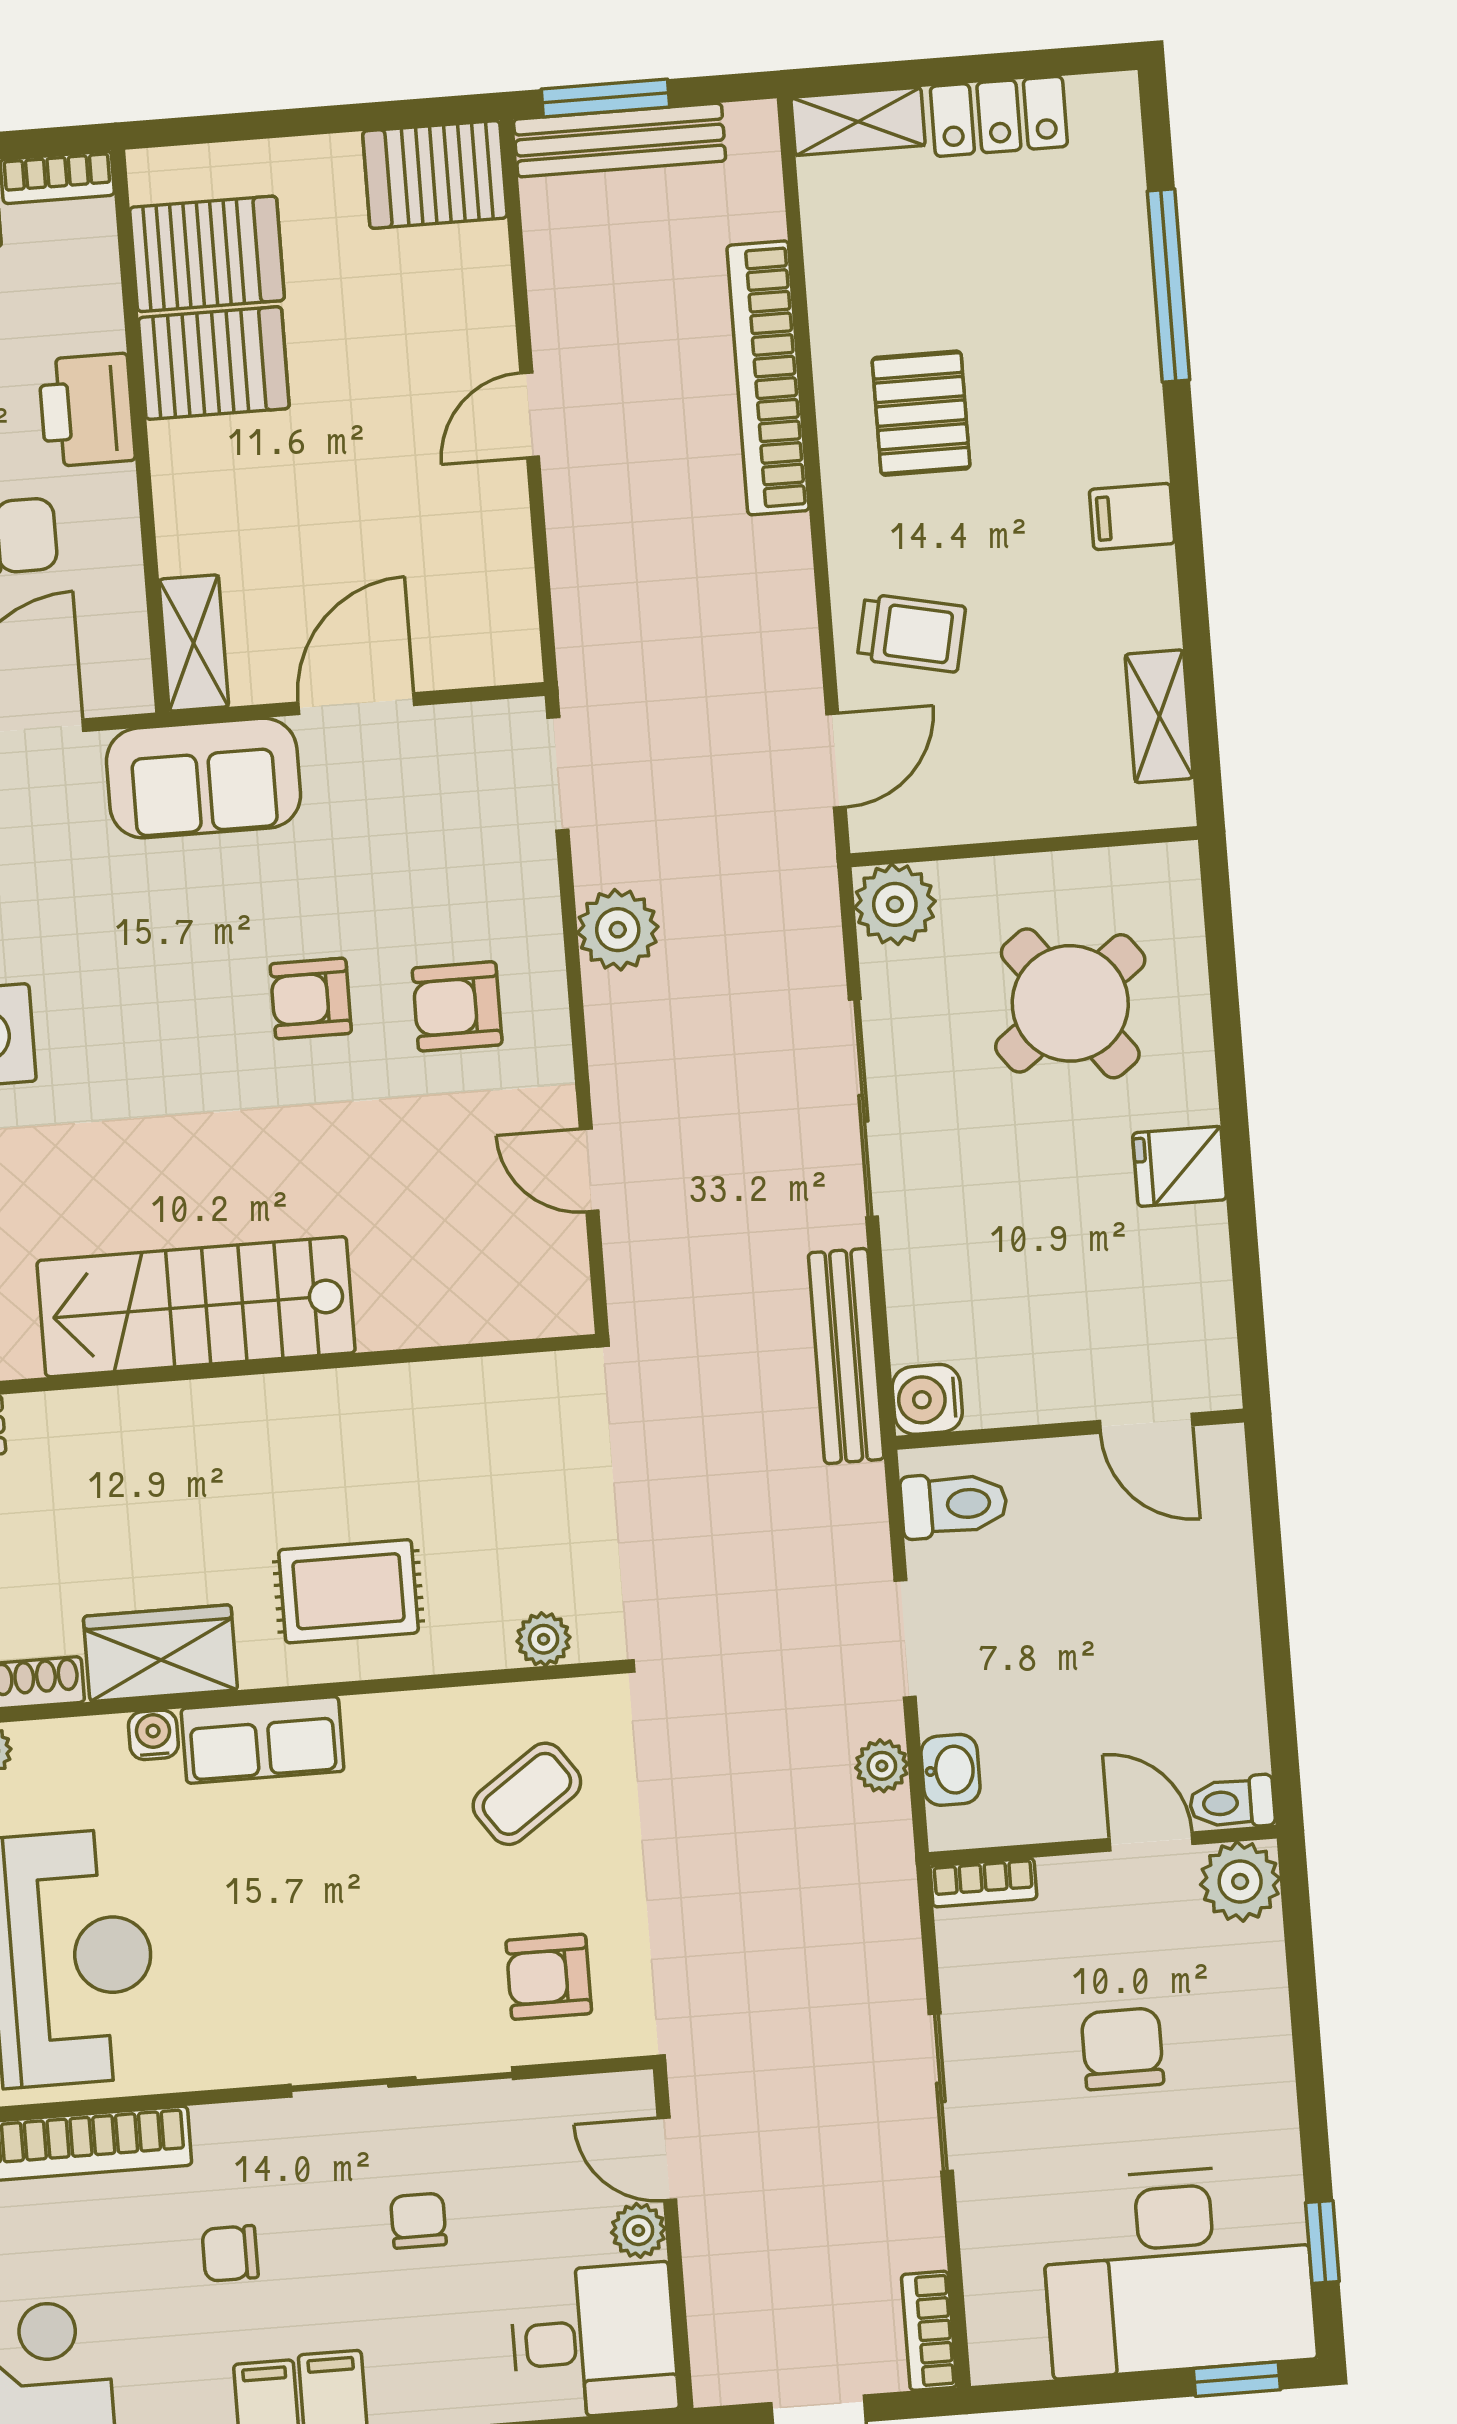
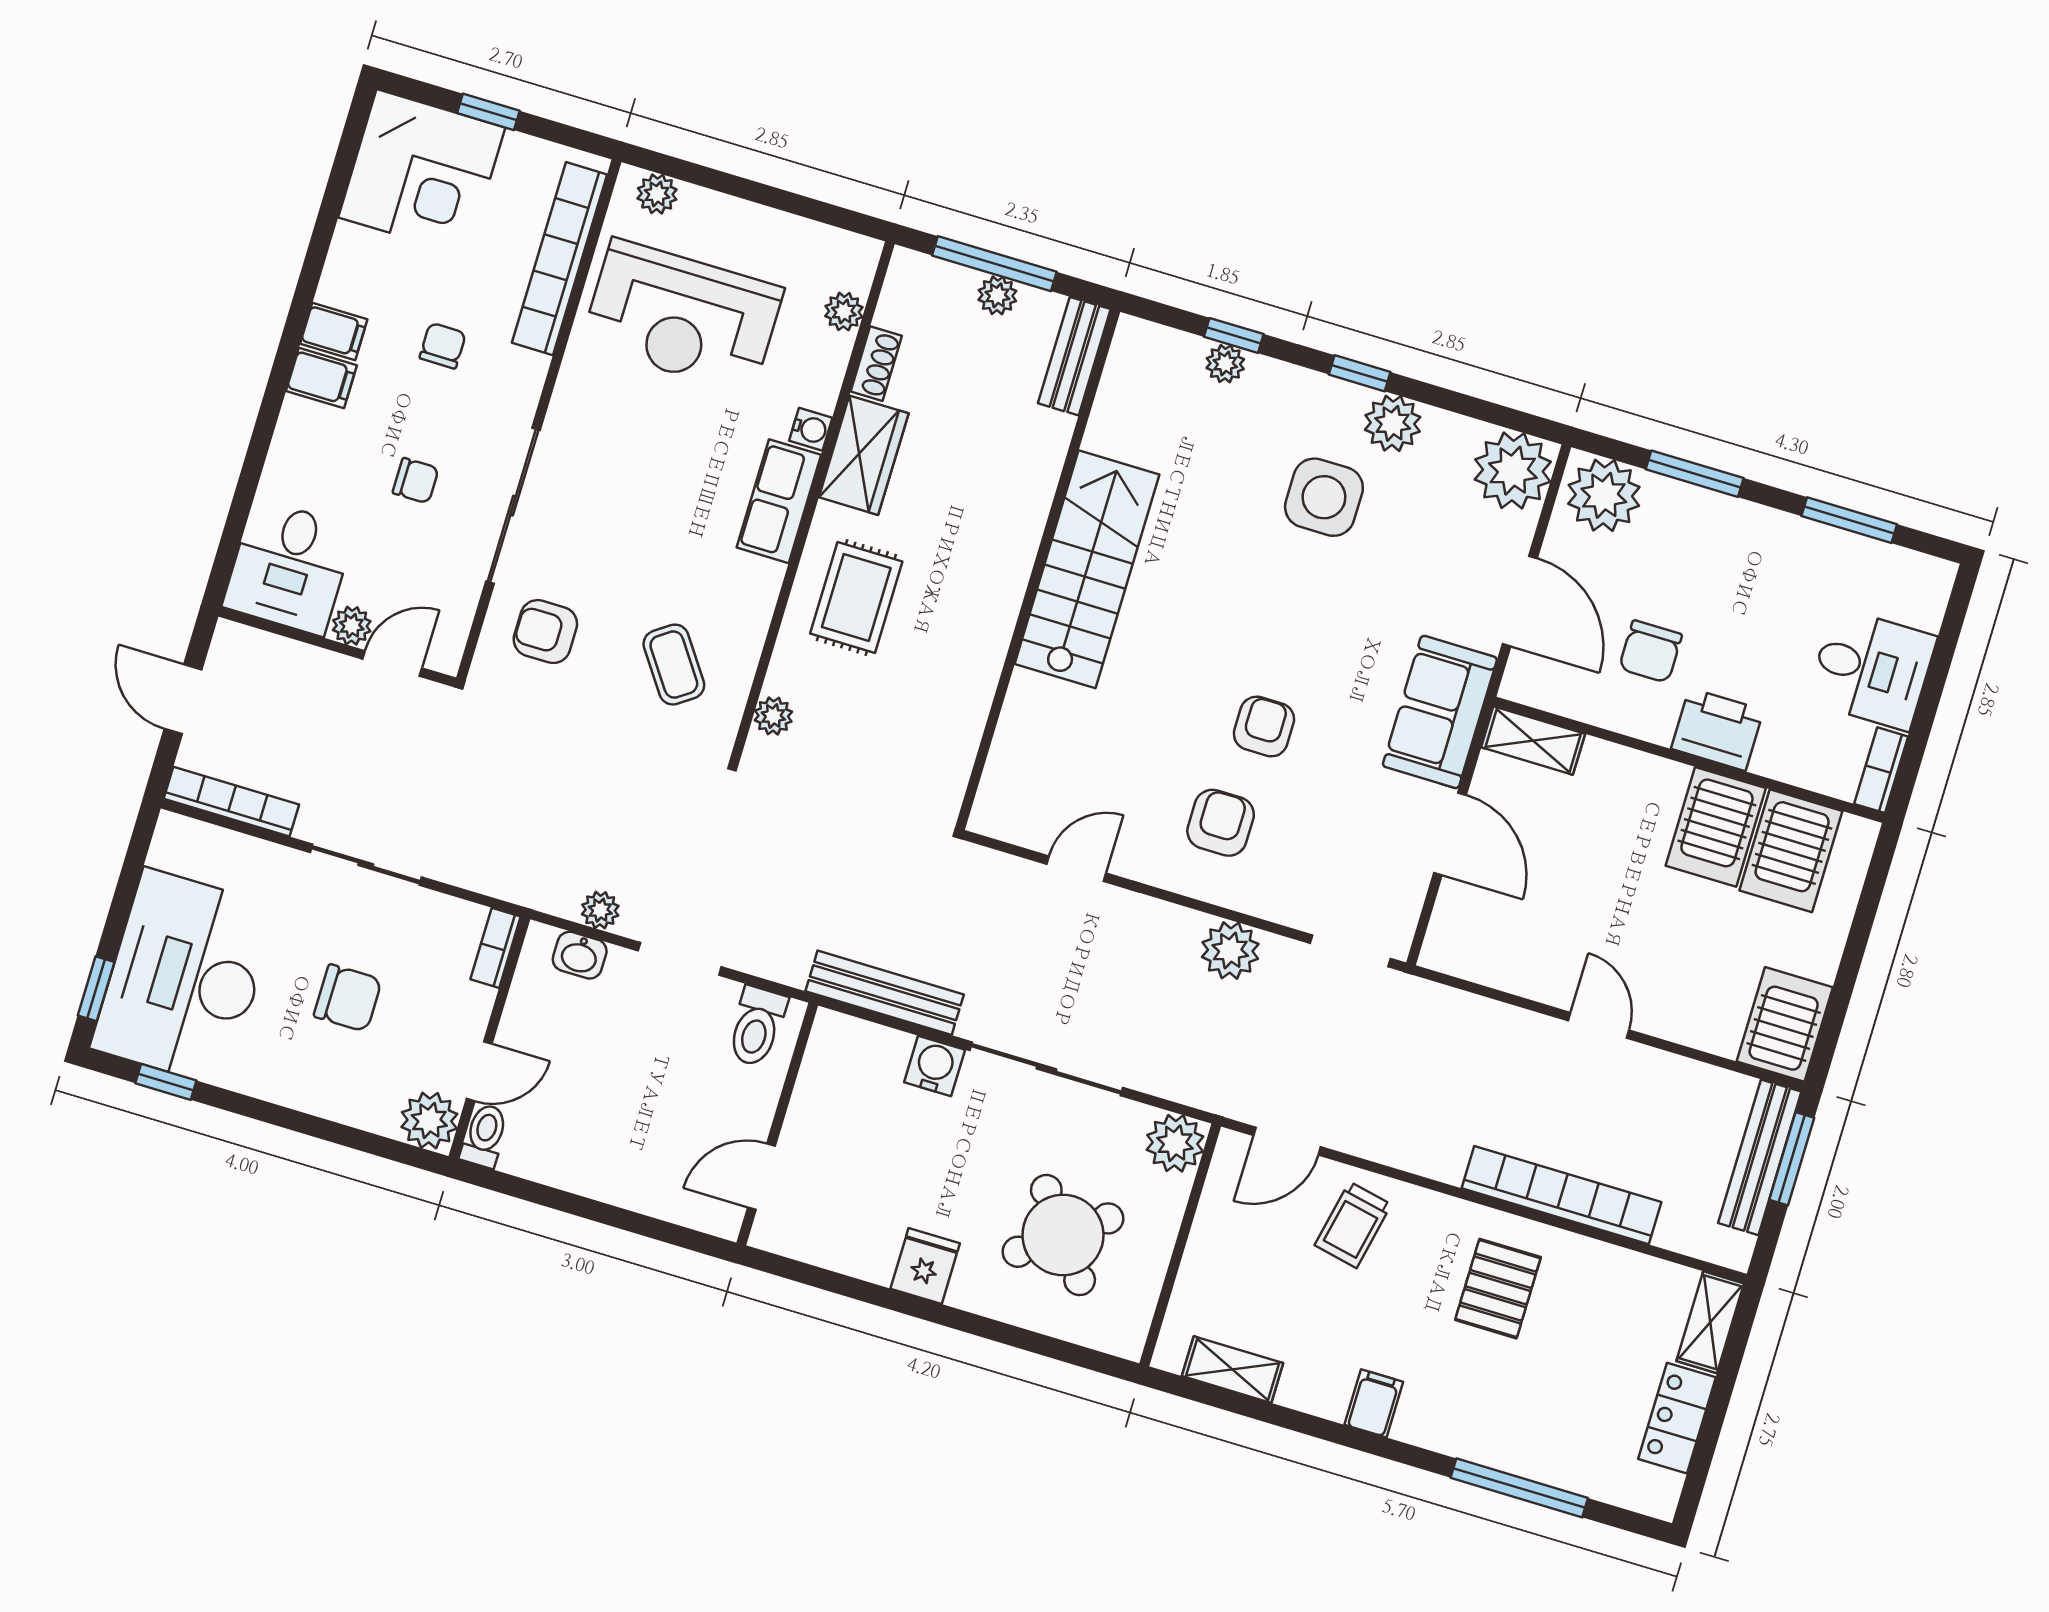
pallet: (921, 413) -> (1498, 1289), turned 90
door: (836, 760) -> (1287, 1141), hinge flipped
water cooler: (927, 1399) -> (935, 1066), moved
armchair: (549, 1977) -> (545, 632), turned -90
bookcase: (929, 2331) -> (231, 802), width x1.56

